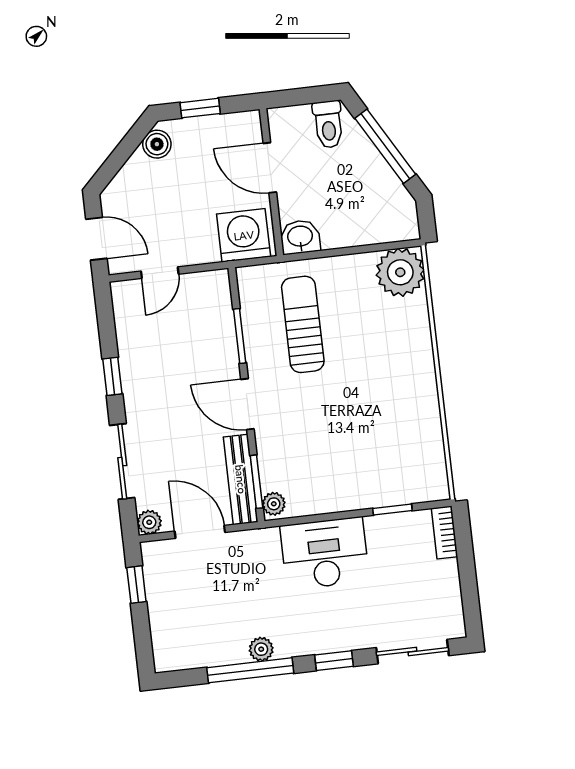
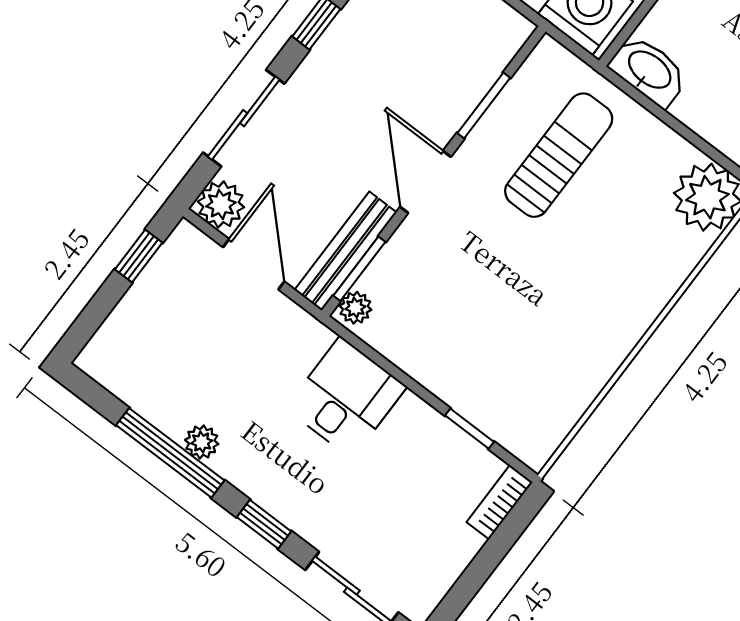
washbasin: (300, 237) -> (649, 71), width x1.38
plant: (149, 522) -> (221, 204), width x1.38, depth x1.38
desk: (325, 553) -> (346, 397), width x0.73

